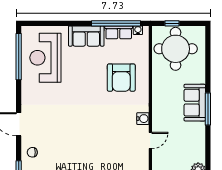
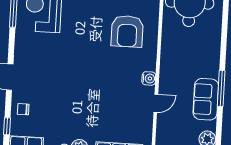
sofa: (195, 103) -> (206, 99), moved
window: (208, 109) -> (221, 88), moved

